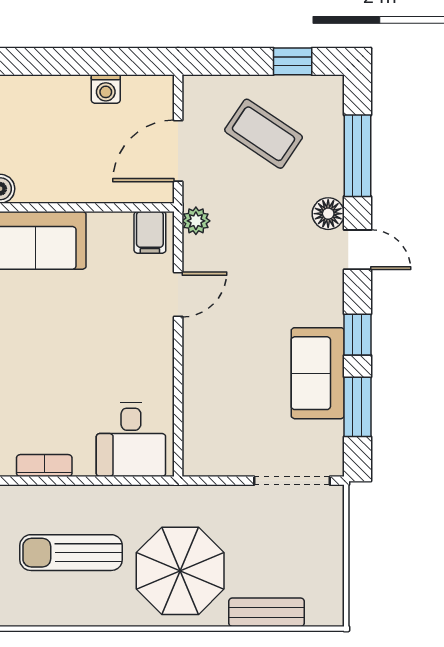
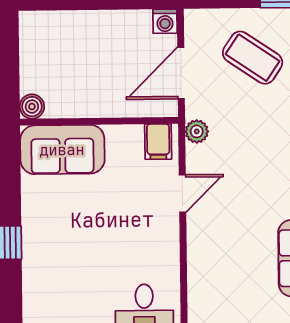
washing machine: (106, 89) -> (165, 21), moved

